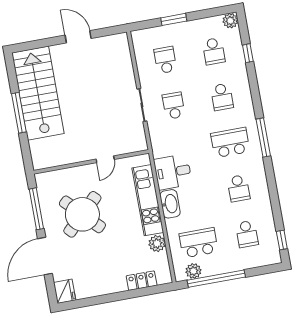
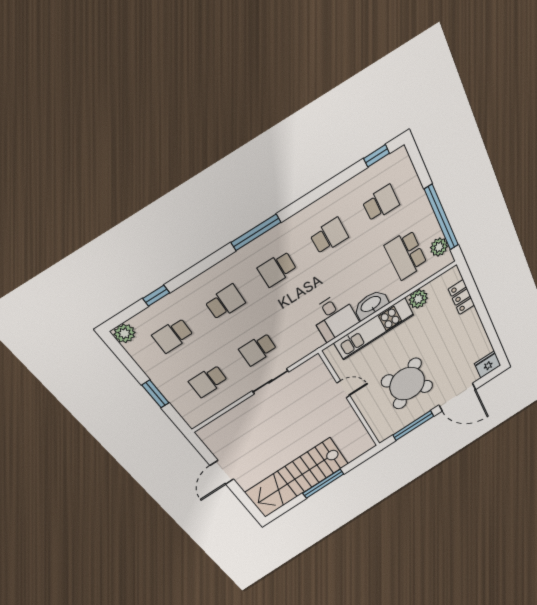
school desk: (214, 51) -> (173, 335), turned 180
school desk: (230, 143) -> (277, 269), width x0.54

